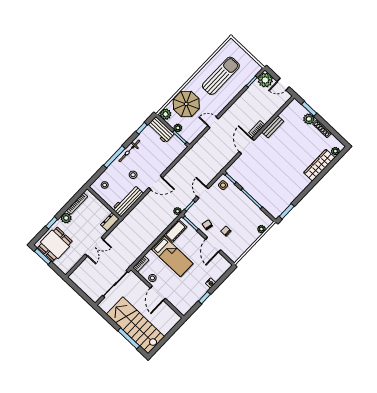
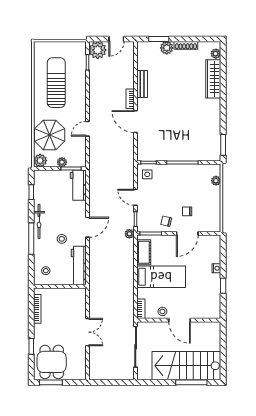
workbench: (161, 130) -> (78, 185), moved, turned 90
plant: (66, 218) -> (40, 330), removed
dresser: (110, 222) -> (80, 298), removed
door: (213, 245) -> (187, 233), hinge flipped

